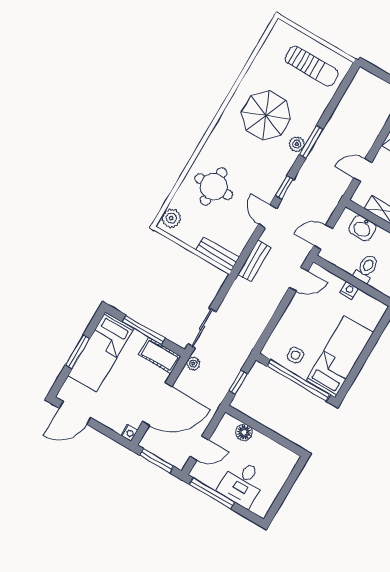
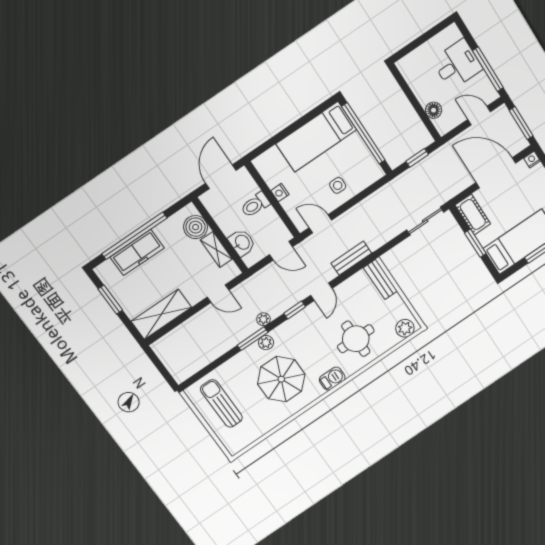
barbecue: (218, 138) -> (332, 379), added
window: (144, 330) -> (475, 243), width x0.69
side table: (295, 355) -> (338, 185), moved
plant: (193, 364) -> (263, 319), moved

